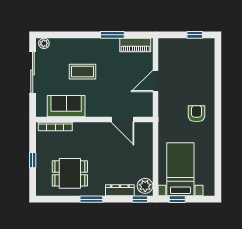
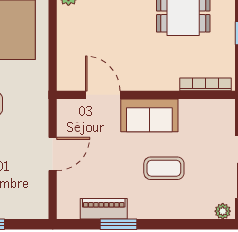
piano: (135, 45) -> (104, 209), moved
sofa: (66, 106) -> (149, 115), moved

